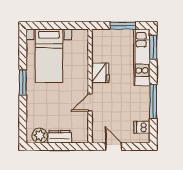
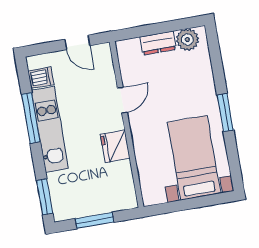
kitchen unit: (142, 57) -> (50, 129), moved

